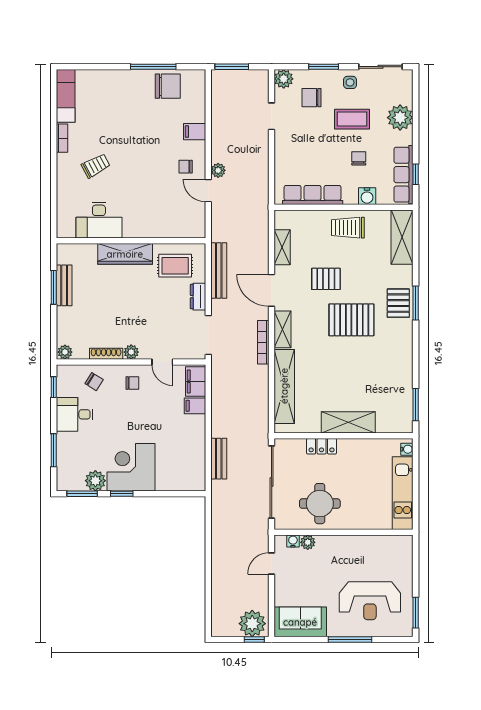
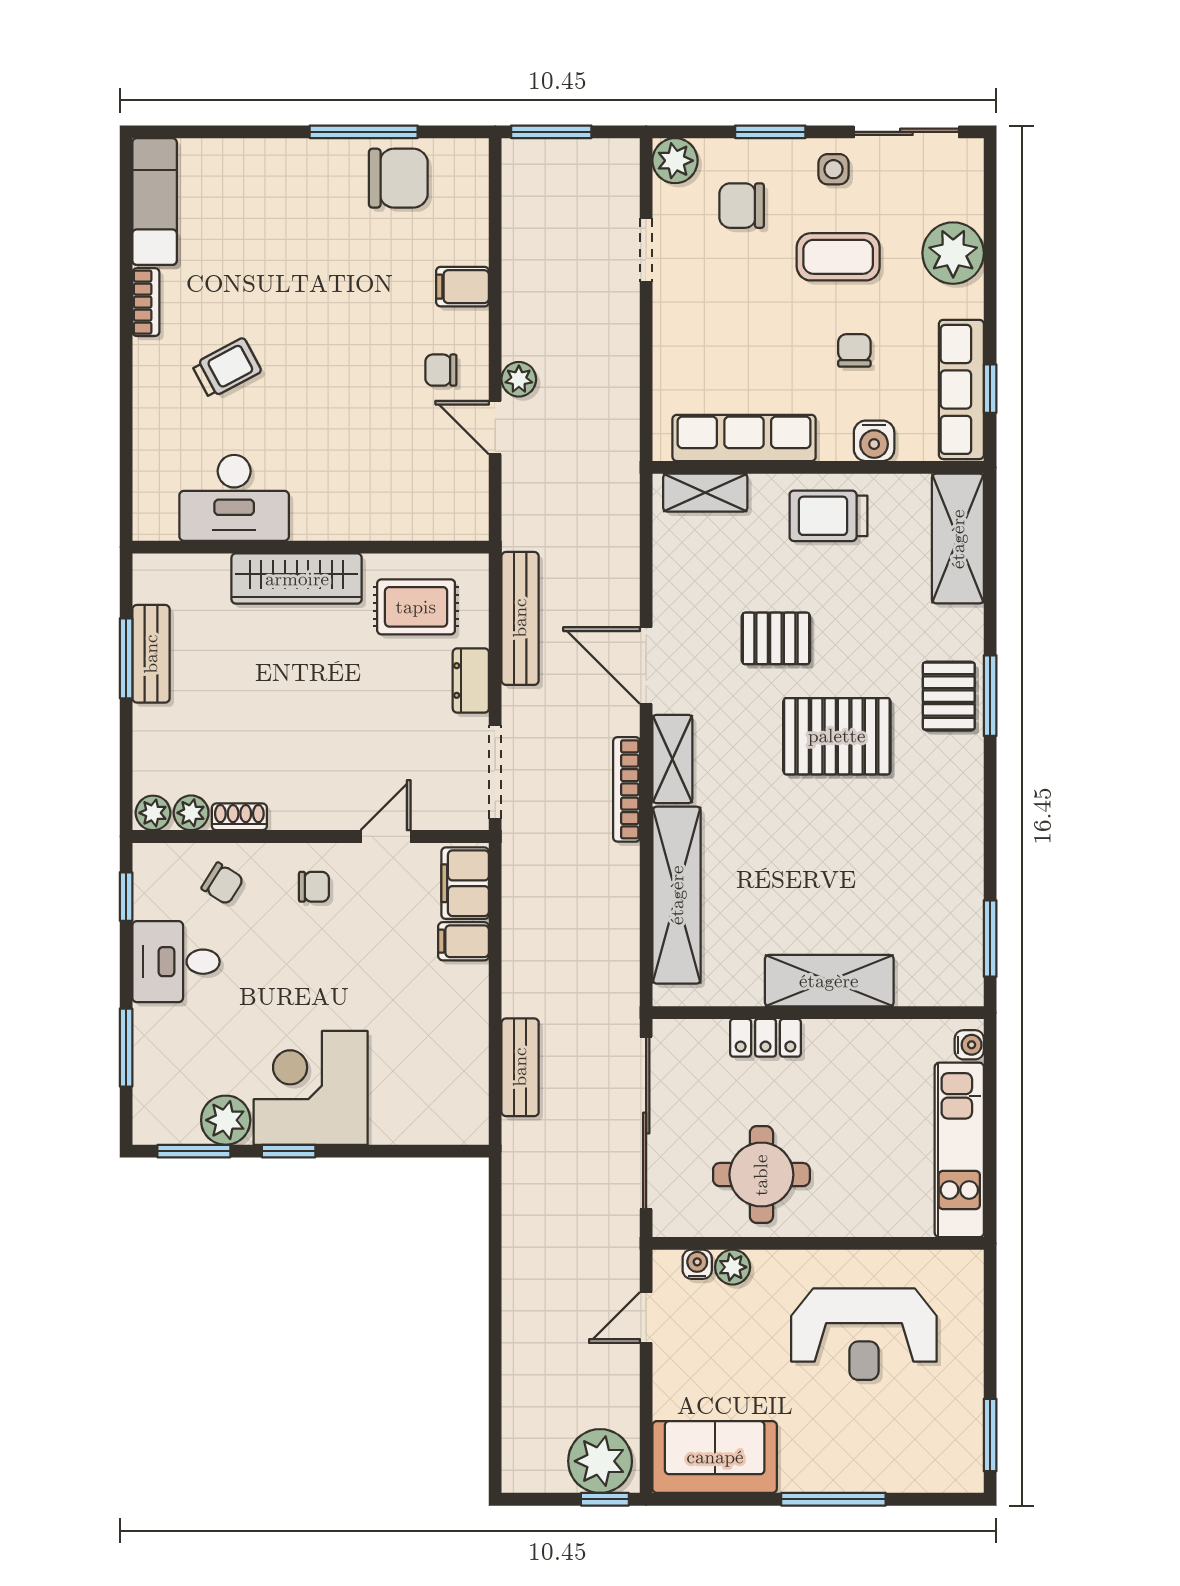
shelving: (282, 247) -> (705, 493), moved, turned 90
plant: (131, 352) -> (191, 813), moved
shoe rack: (106, 354) -> (239, 817), width x0.70
door: (162, 362) -> (386, 836), swing flipped
reception desk: (370, 601) -> (864, 1334), moved

